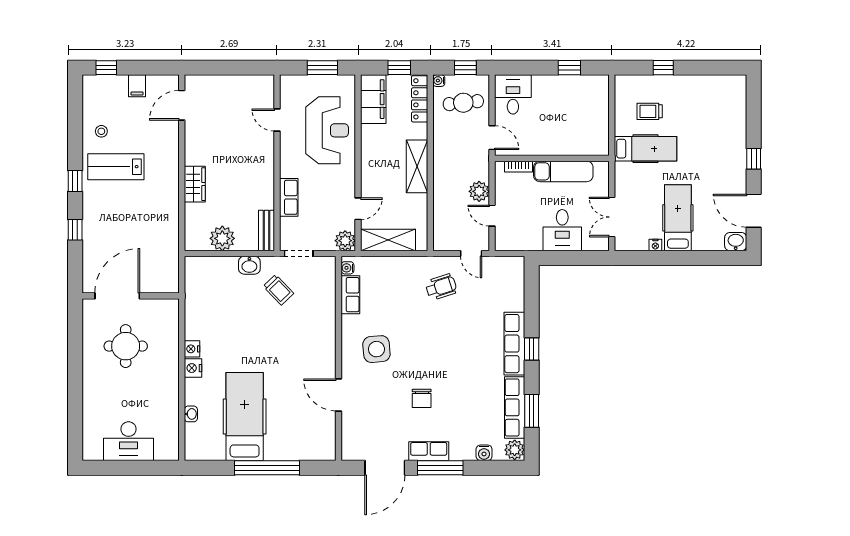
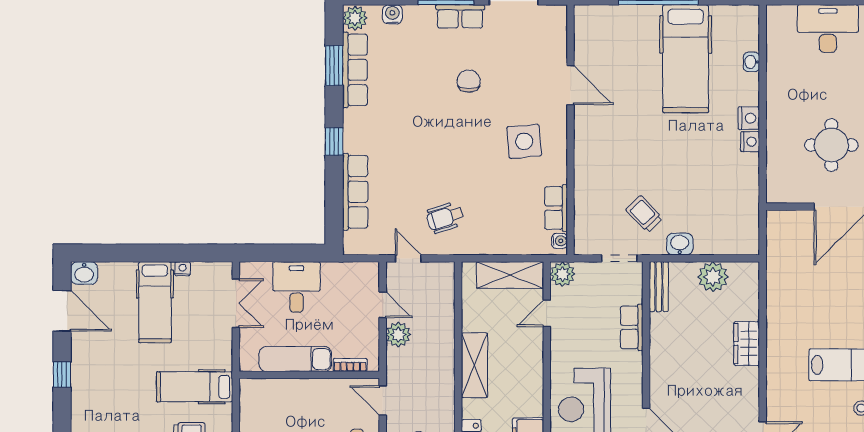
row of seats: (514, 344) -> (355, 192), moved

